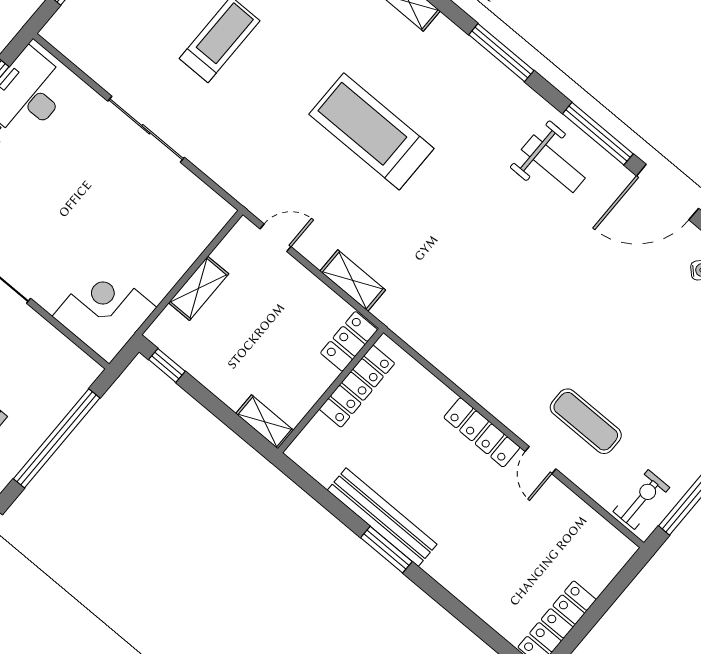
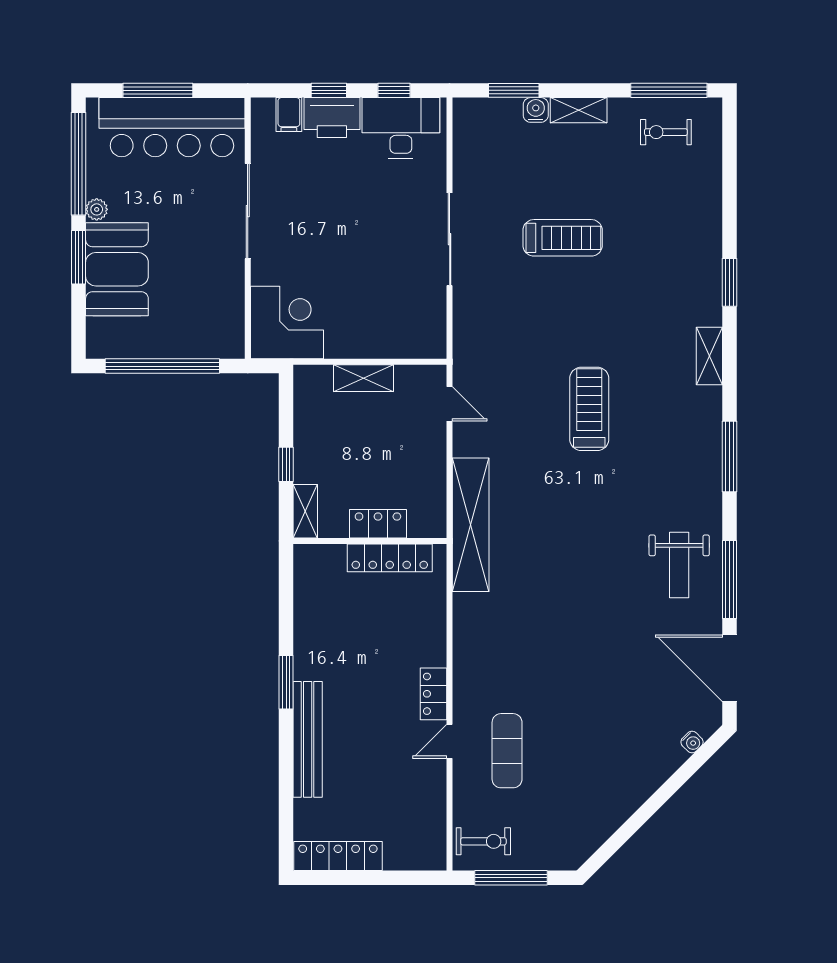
treadmill: (371, 131) -> (589, 409), width x0.73, depth x0.73
shelving: (353, 280) -> (471, 525), width x2.20, depth x1.33
locker: (349, 341) -> (378, 524), moved
window: (167, 365) -> (286, 464), moved
locker: (482, 432) -> (434, 694), width x0.66
bench: (382, 517) -> (308, 739), moved

